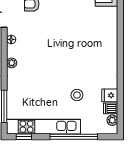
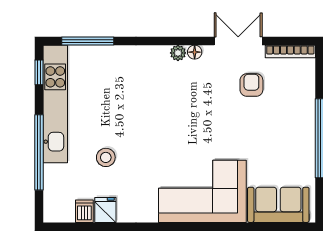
corner sofa: (98, 35) -> (202, 191), added
plant: (12, 63) -> (178, 53), moved
plant: (112, 120) -> (65, 214), removed

